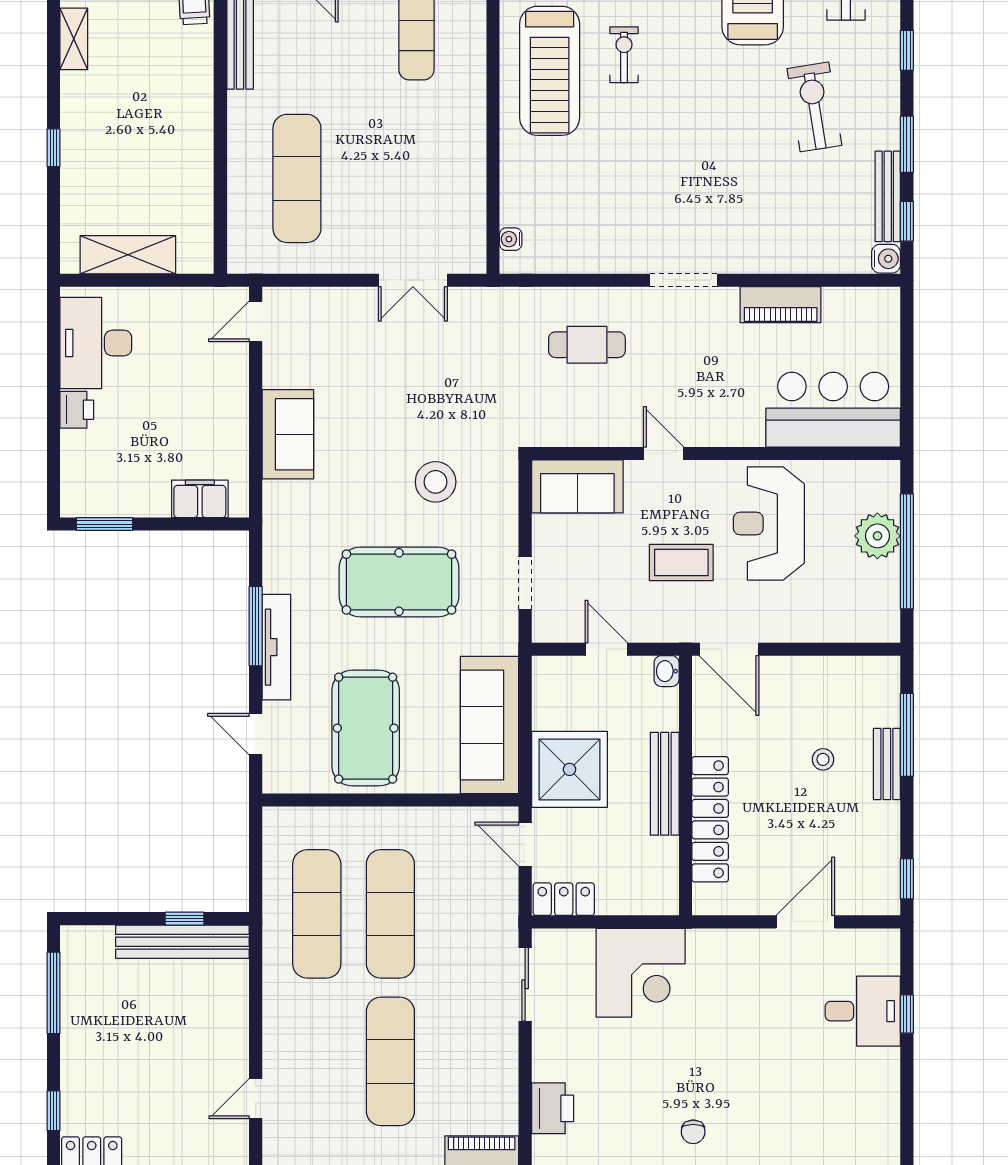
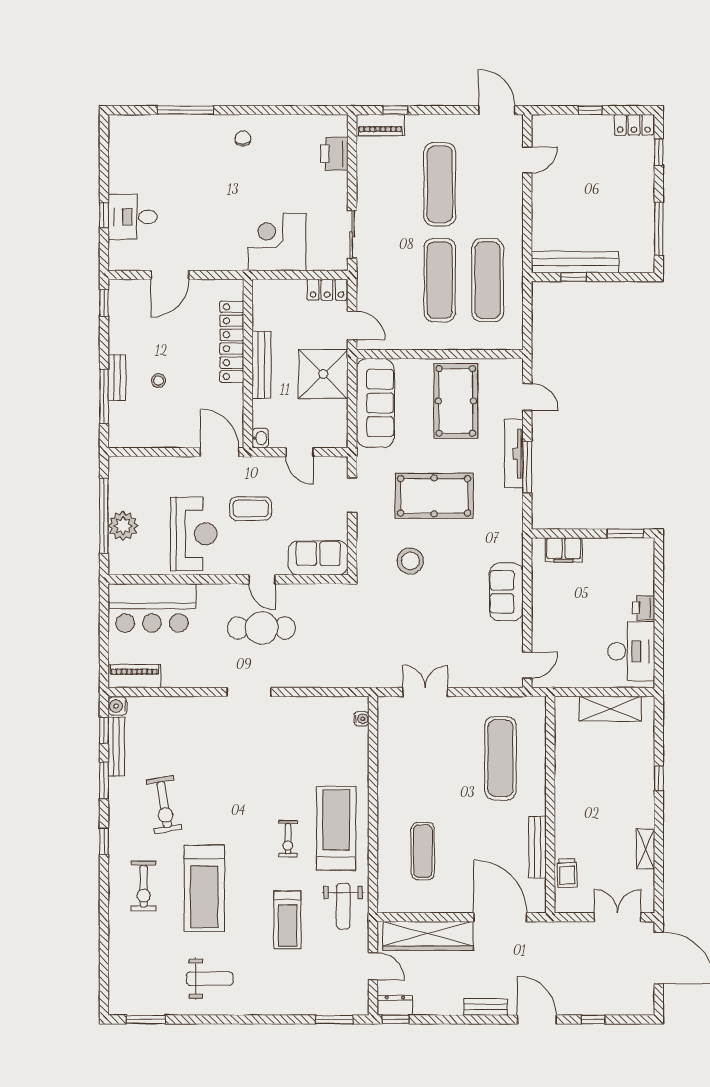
piano: (781, 305) -> (134, 676), moved
cafe table: (587, 345) -> (262, 628), moved, width x1.37, depth x1.35

